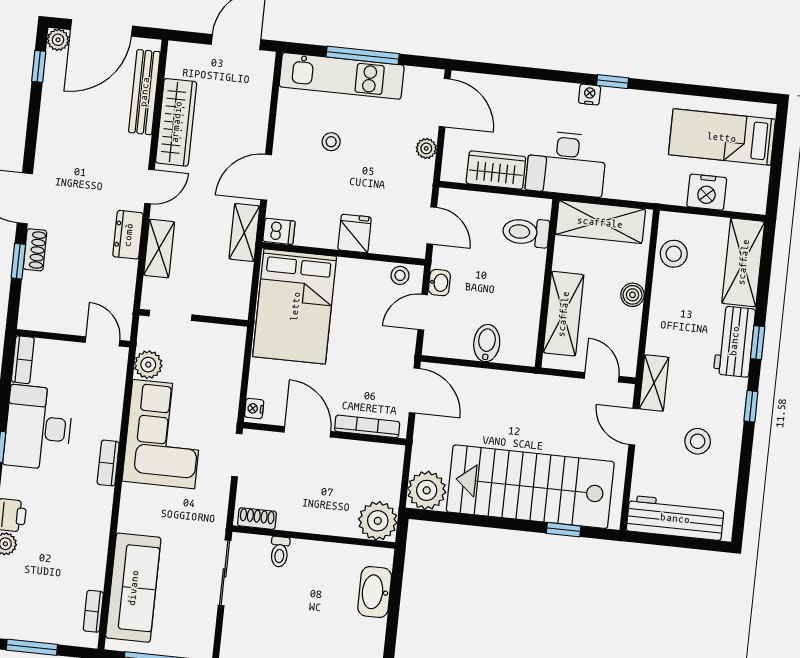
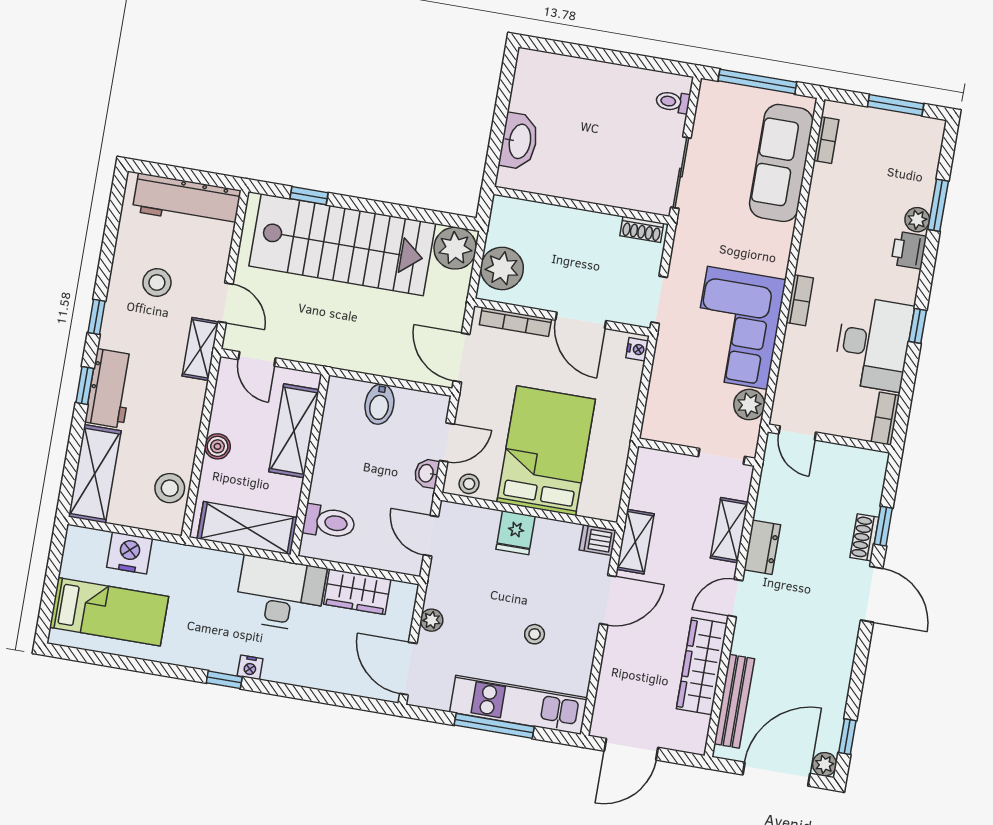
bed: (295, 306) -> (546, 451), moved
plant: (378, 521) -> (502, 268), moved
toilet: (280, 552) -> (673, 102), moved, turned -90

